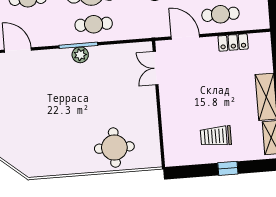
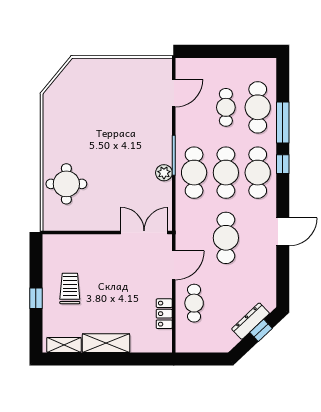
cafe table: (94, 24) -> (194, 173), width x1.37, depth x1.35
plant: (80, 55) -> (164, 173), moved
double door: (156, 68) -> (144, 232), width x1.37

